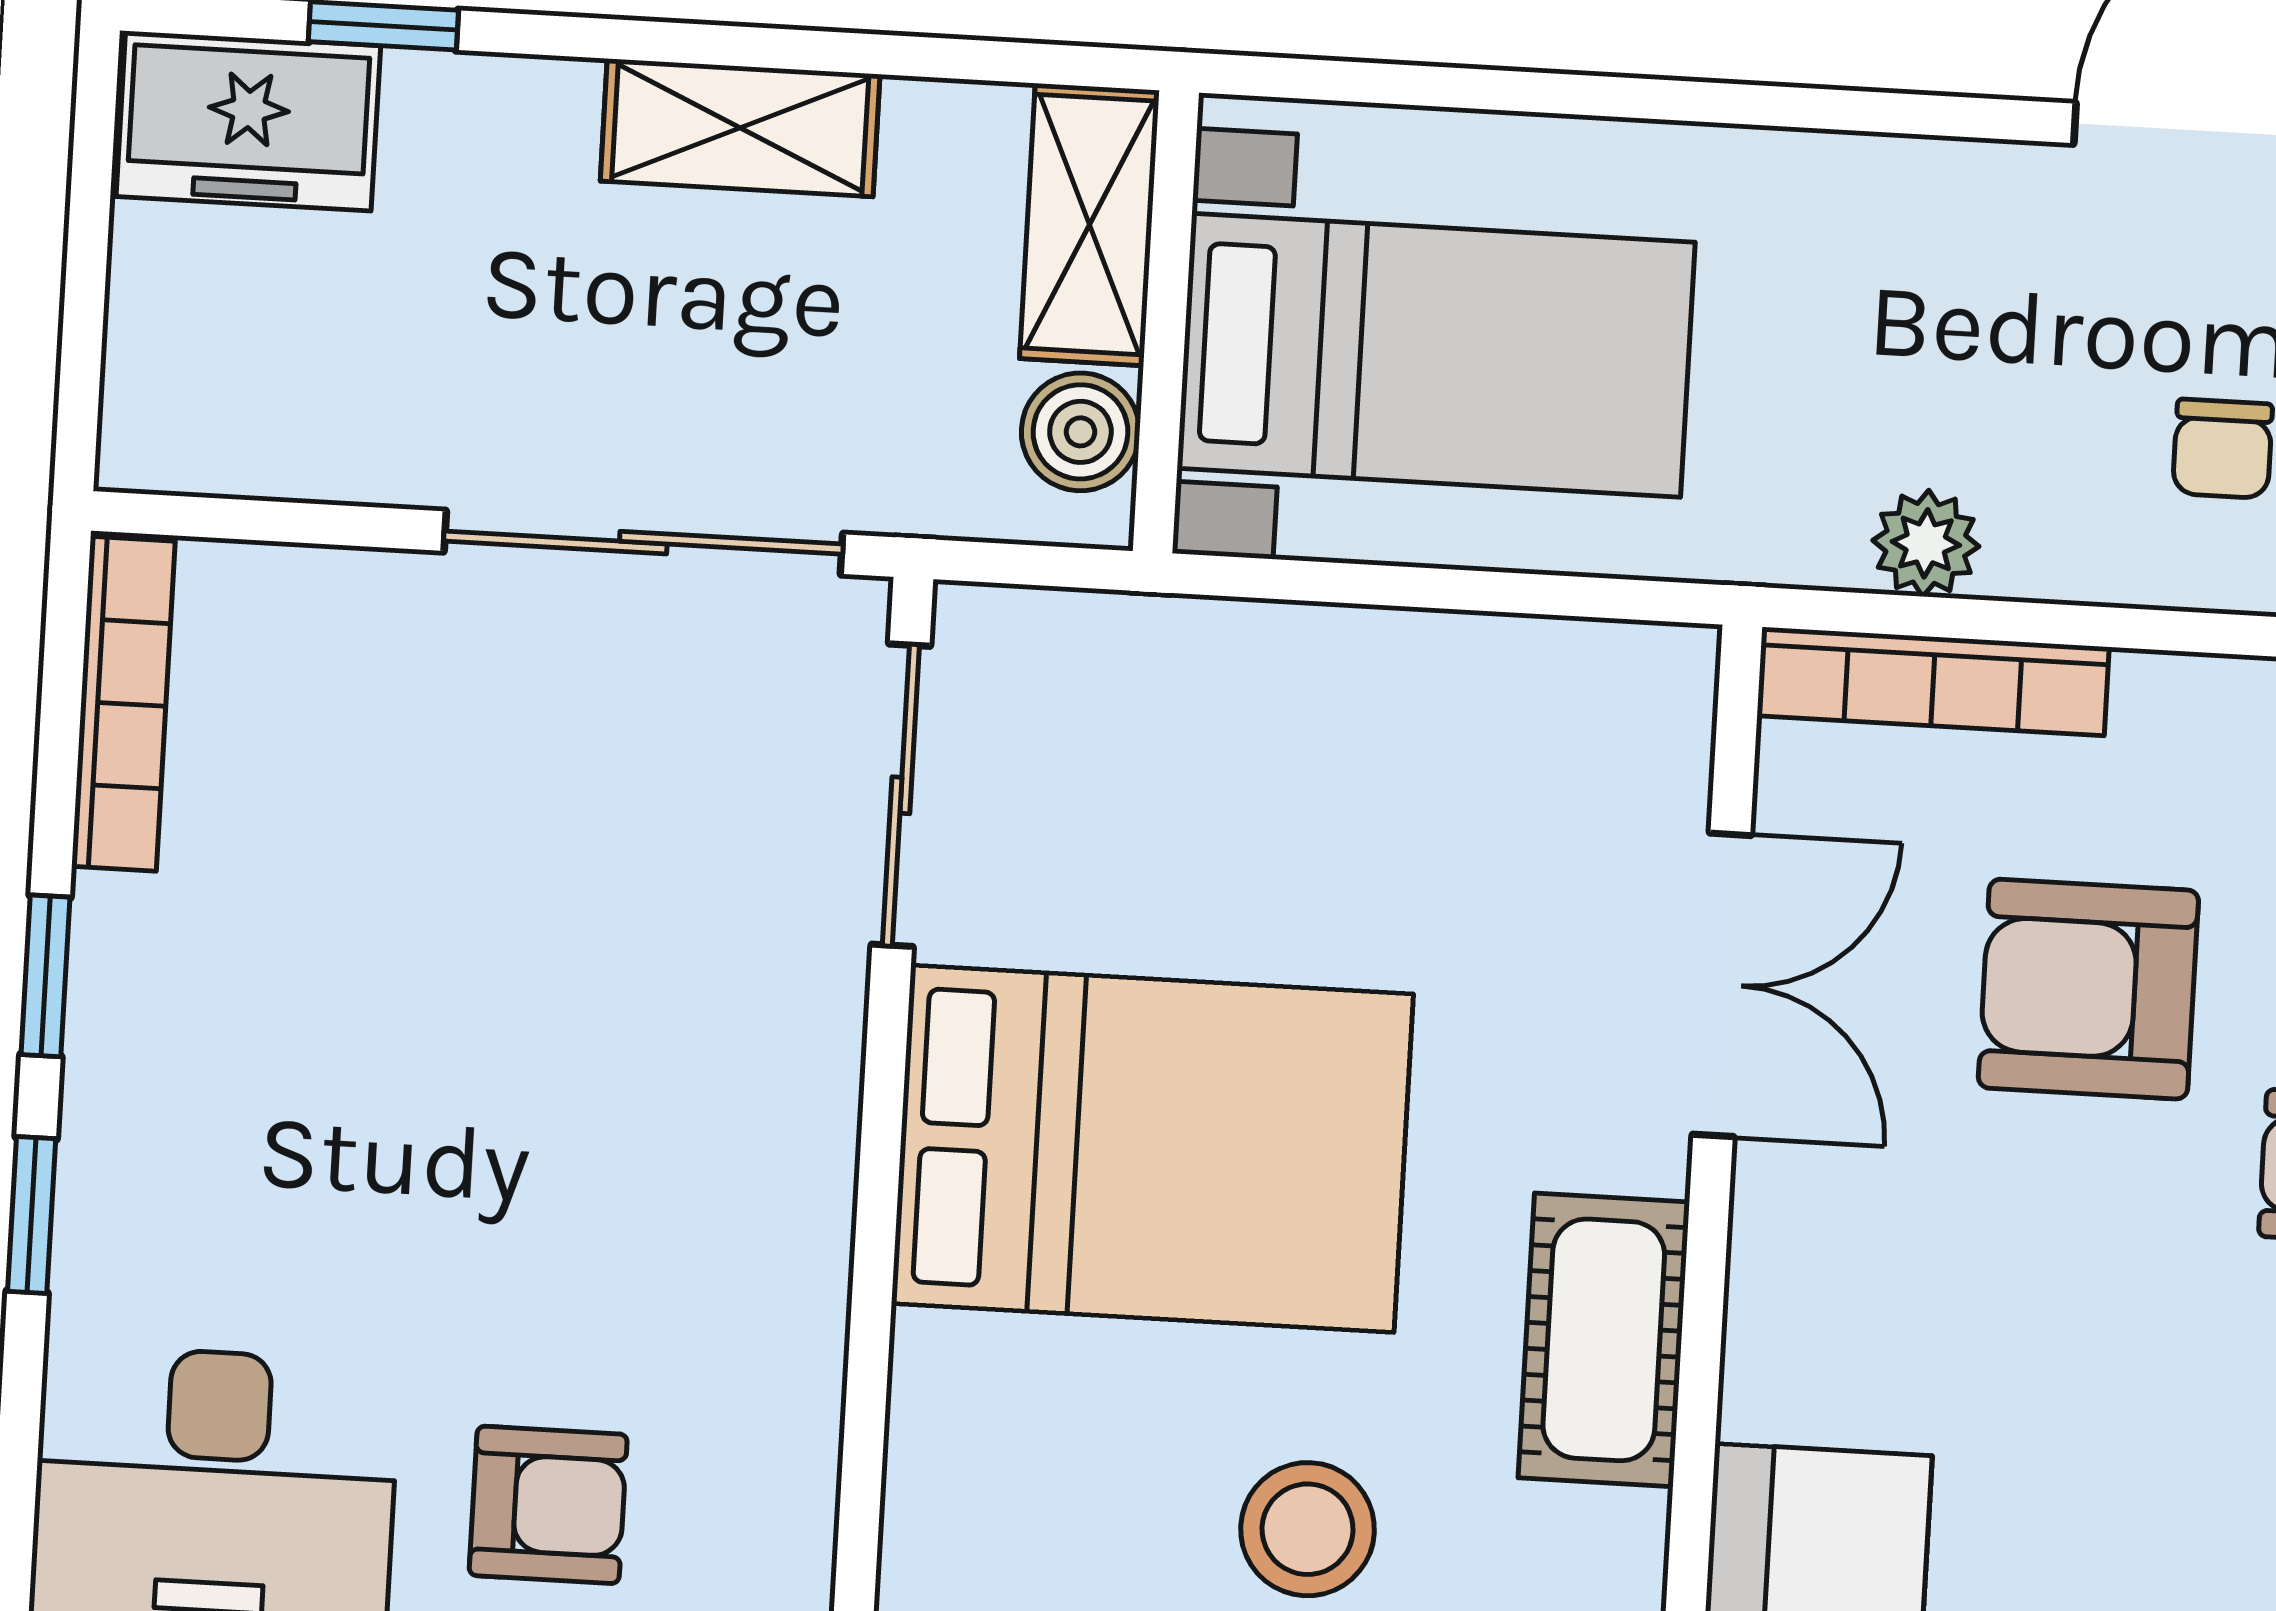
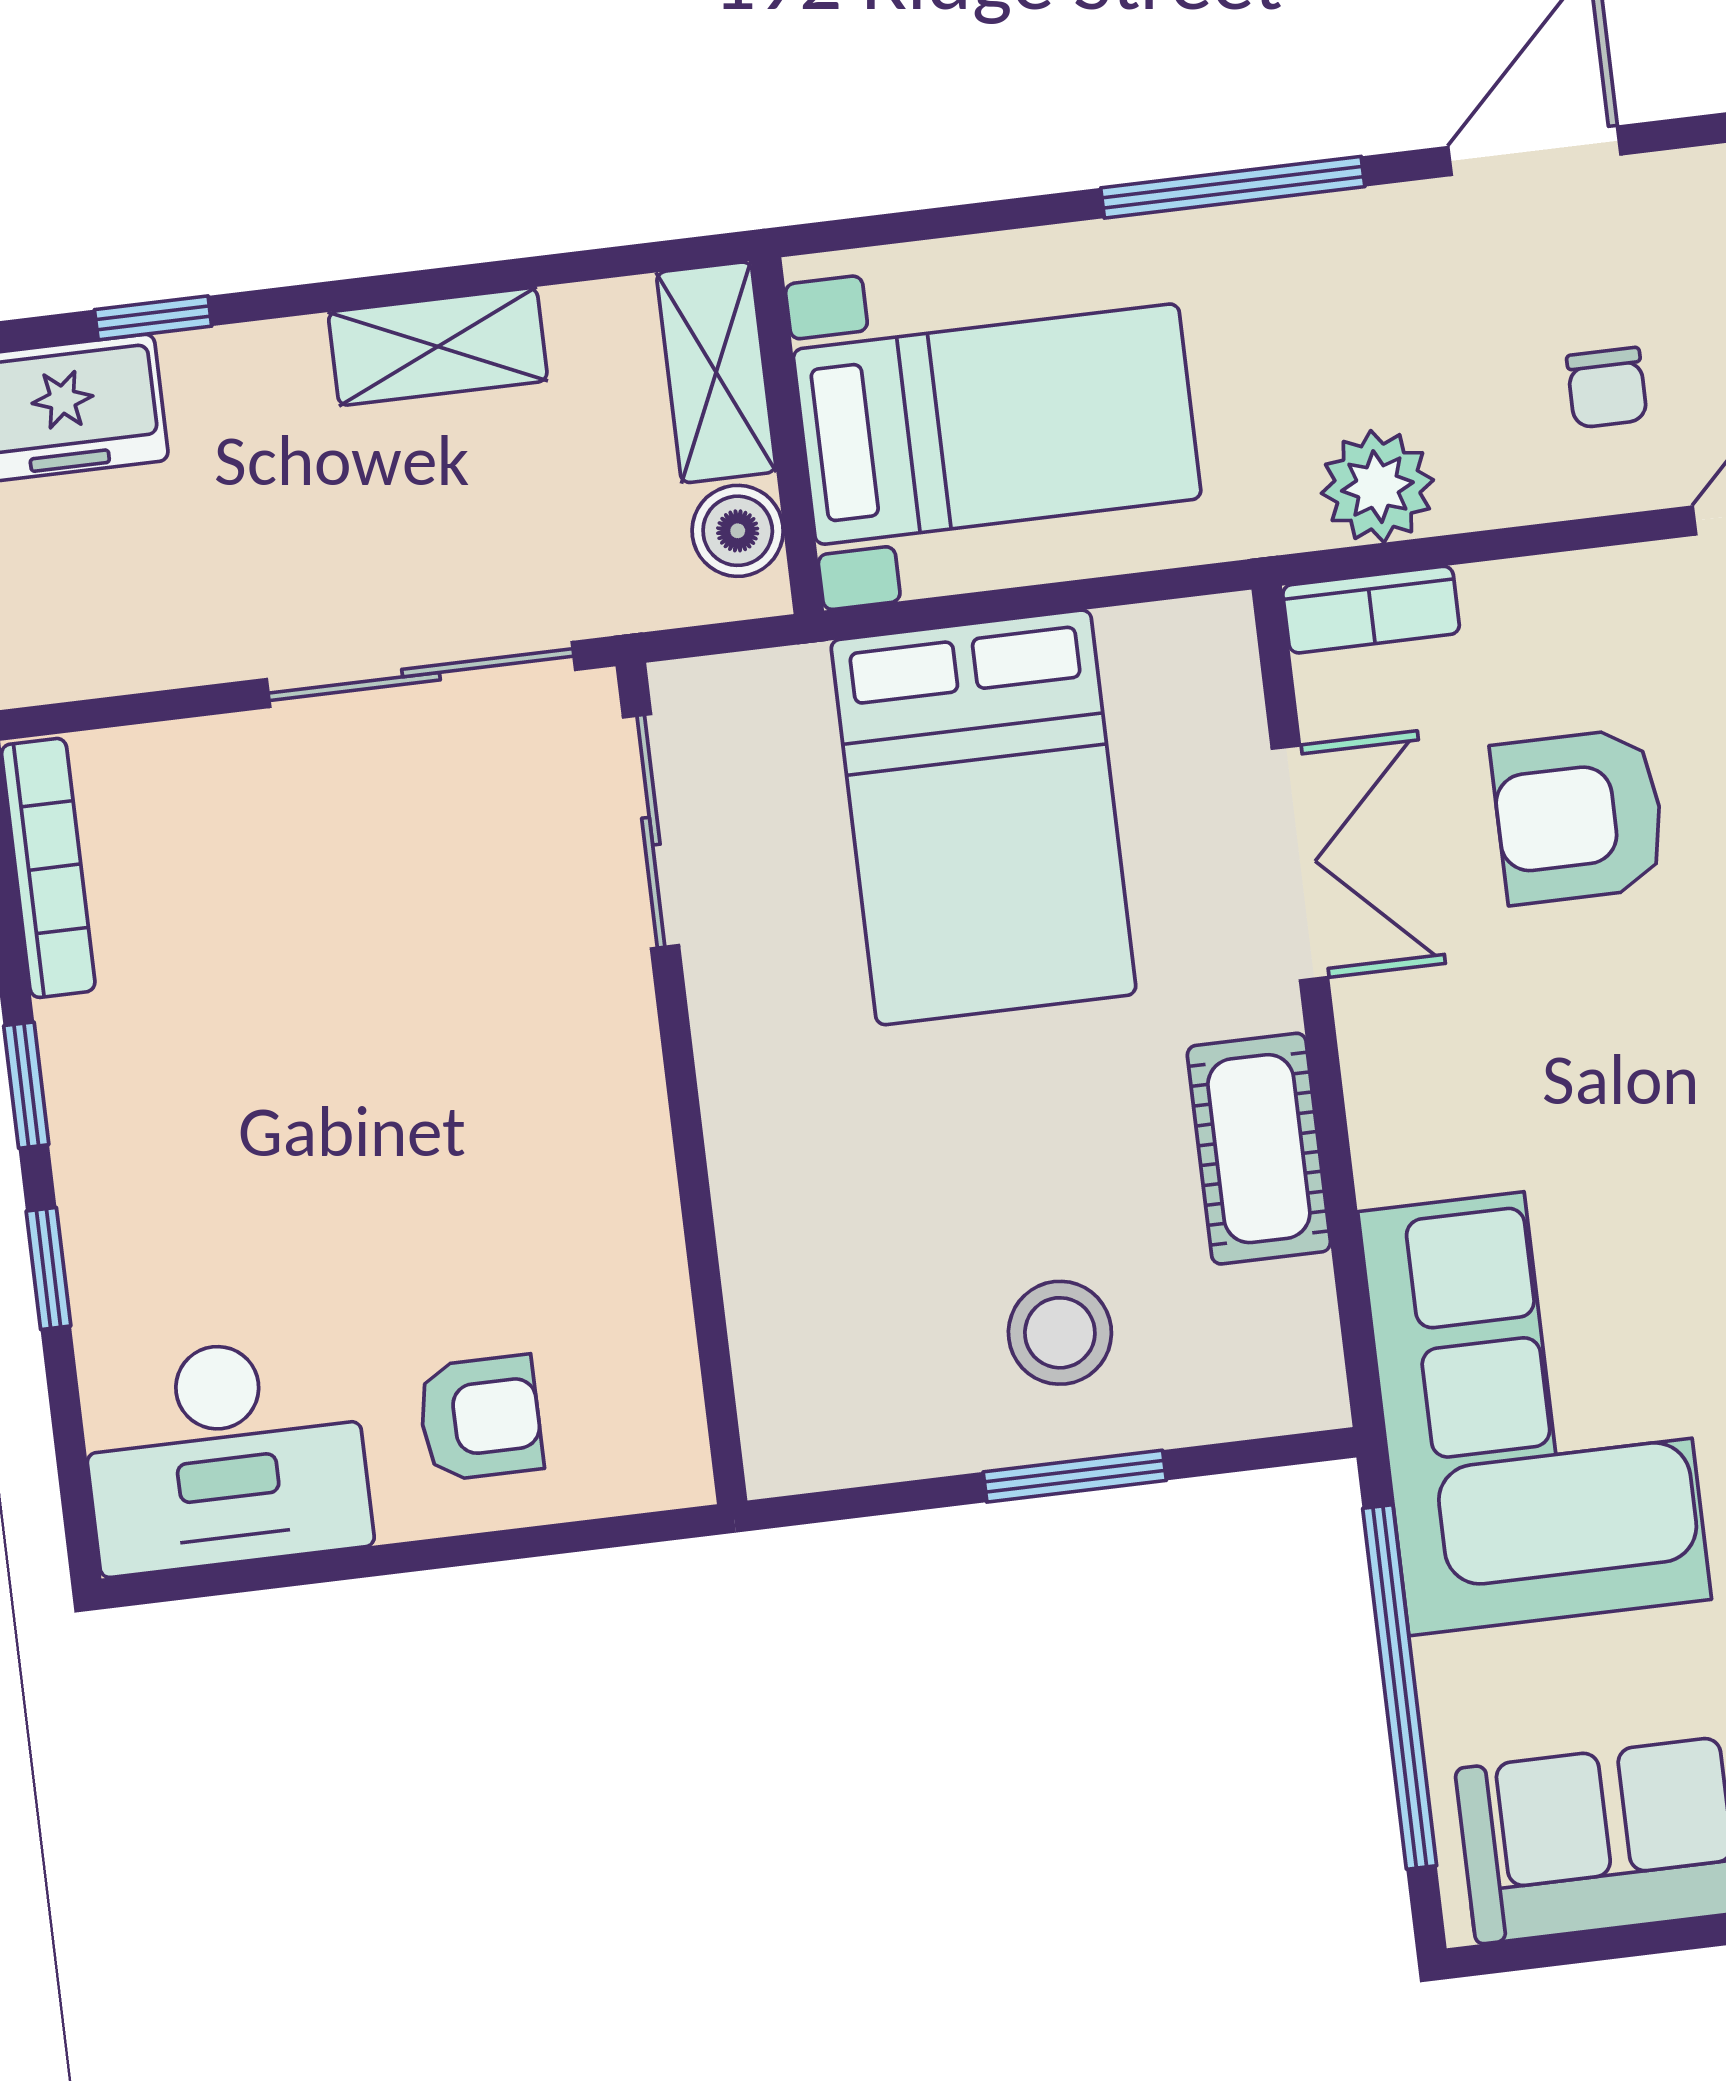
window: (1791, 107) -> (1233, 187), added
plant: (1926, 543) -> (1377, 487), width x1.38, depth x1.38
bookcase: (1933, 681) -> (1371, 610), width x0.64
bed: (1152, 1149) -> (983, 817), moved, turned 90

